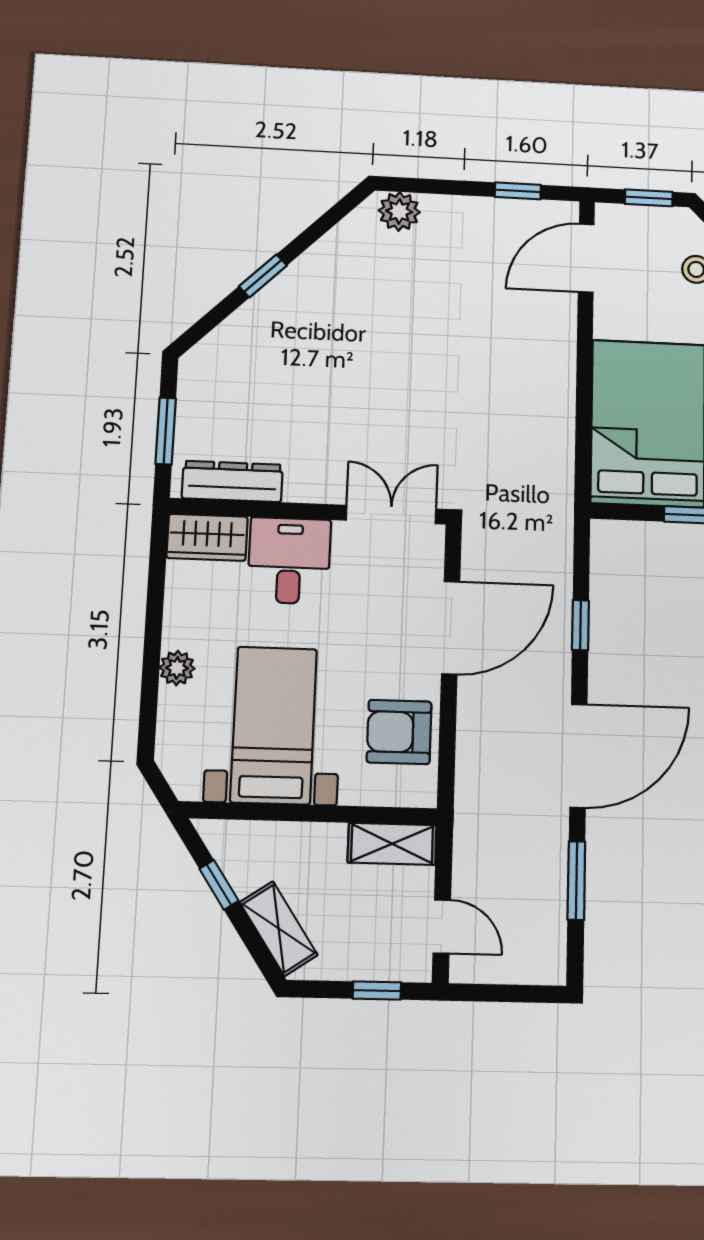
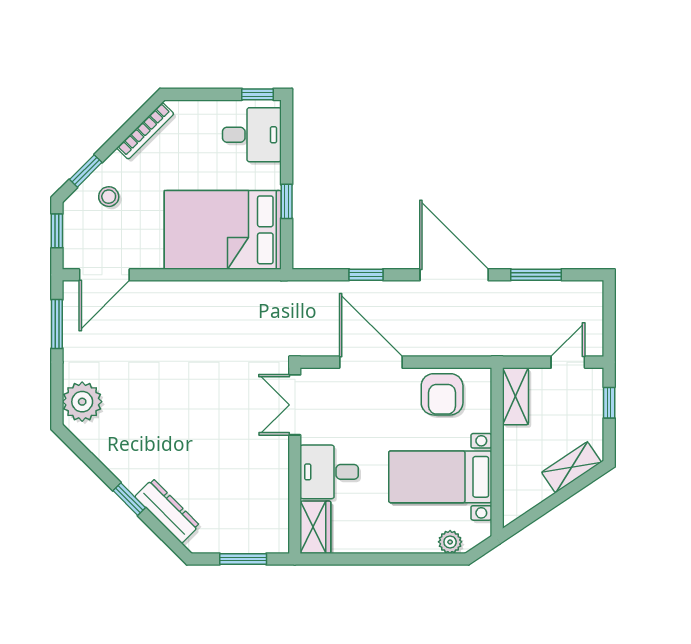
window: (518, 191) -> (57, 324), width x1.50
plant: (399, 211) -> (82, 402), width x1.36, depth x1.36
door: (586, 258) -> (104, 275), hinge flipped
dresser: (232, 481) -> (167, 511), moved, turned 135
plant: (177, 668) -> (450, 542), moved
window: (219, 885) -> (545, 507), removed

